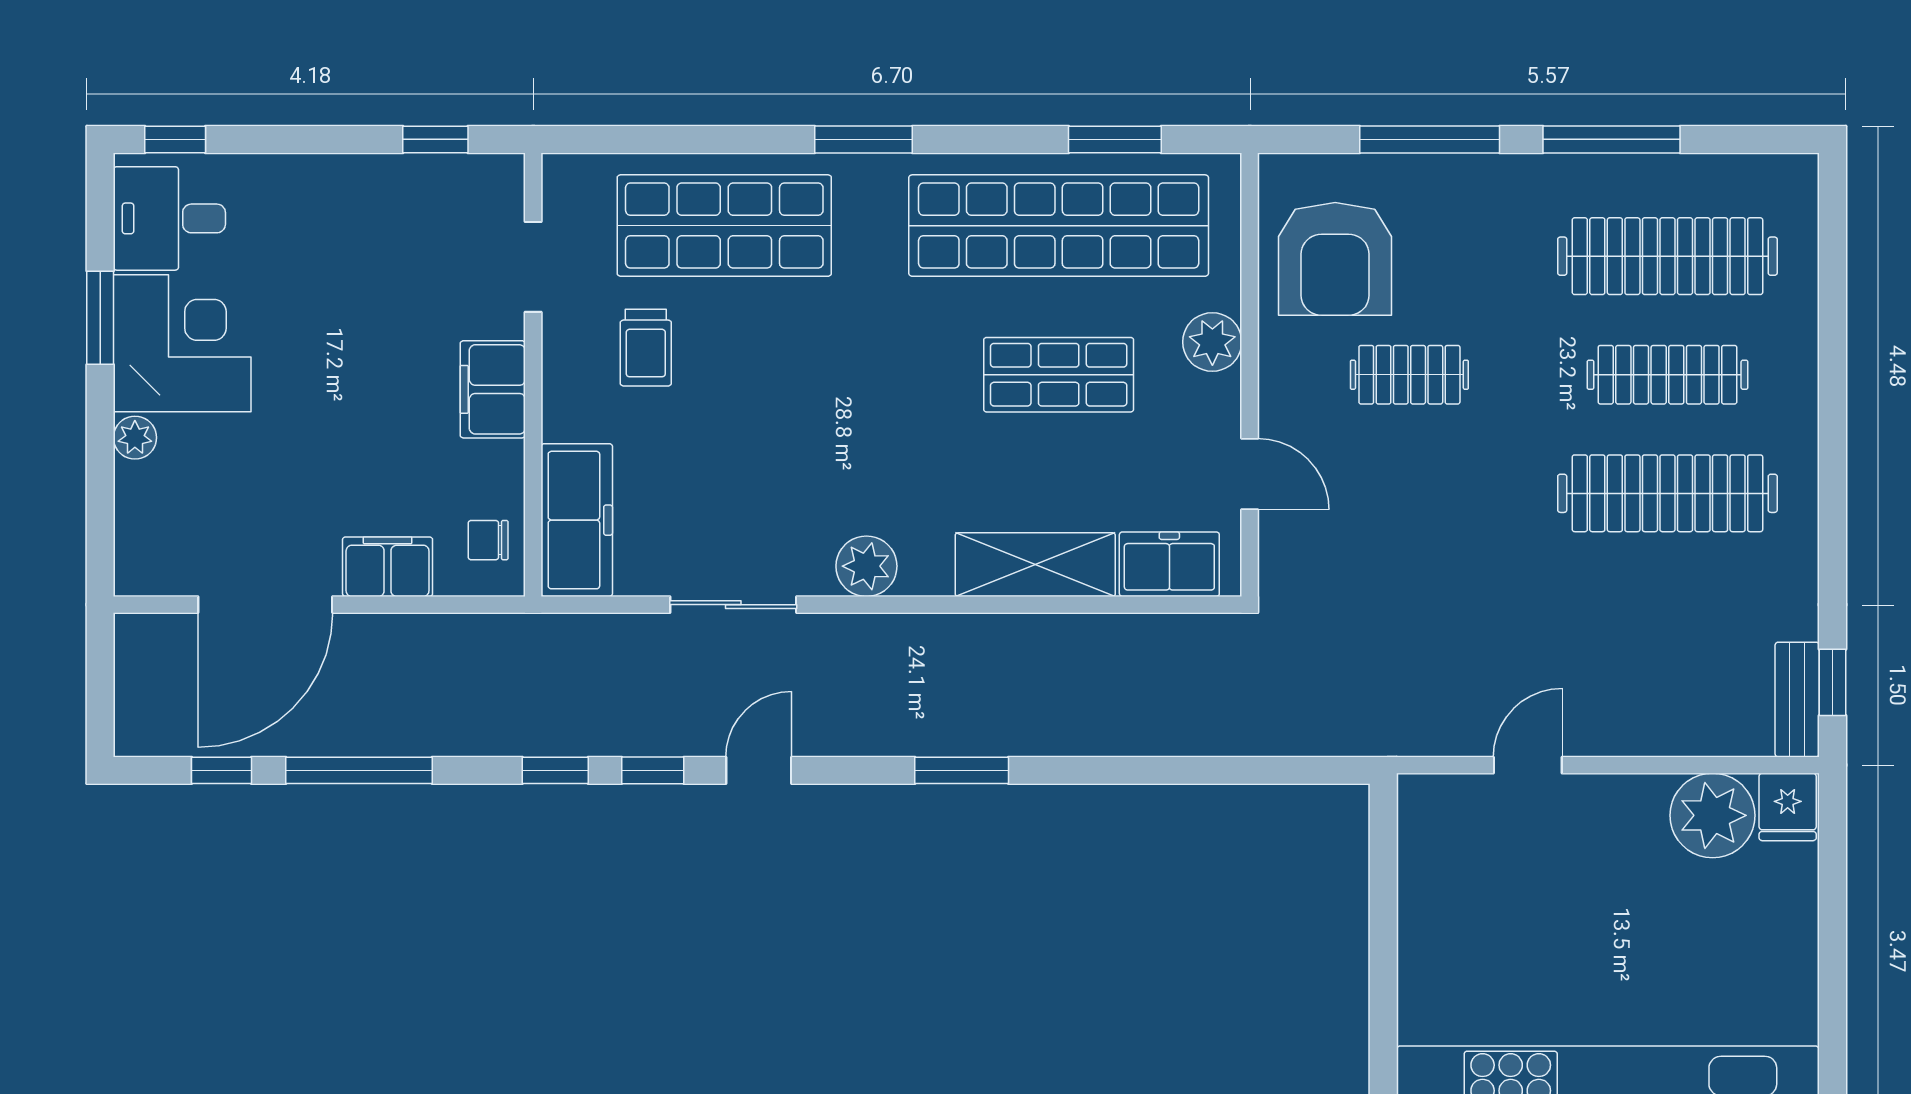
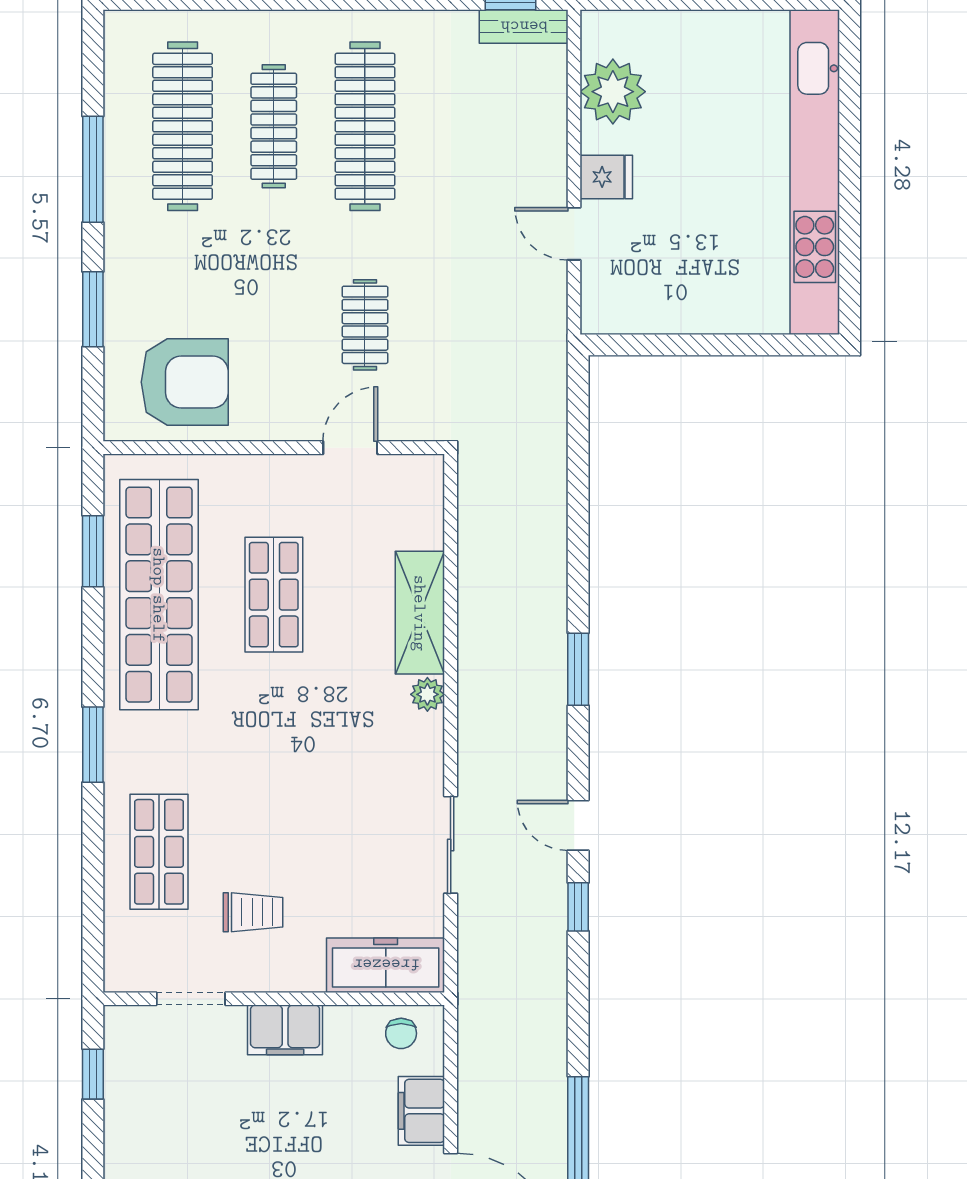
window: (1430, 139) -> (93, 309), width x0.69
shop shelf: (724, 226) -> (159, 852), width x0.70, depth x0.74
plant: (1212, 342) -> (249, 476), removed
clothes rail: (1409, 375) -> (365, 325), moved
freezer: (1169, 564) -> (420, 509), removed
plant: (866, 566) -> (427, 694), moved, width x0.73, depth x0.73
window: (555, 770) -> (578, 982), removed
fridge: (1788, 807) -> (606, 177), moved

